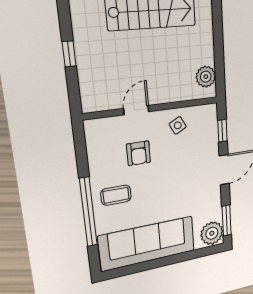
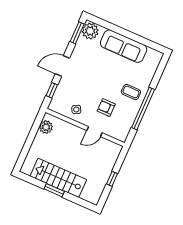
armchair: (139, 153) -> (106, 107), turned -90
window: (88, 212) -> (143, 109), moved
sofa: (148, 243) -> (124, 46), width x0.74, depth x0.79

